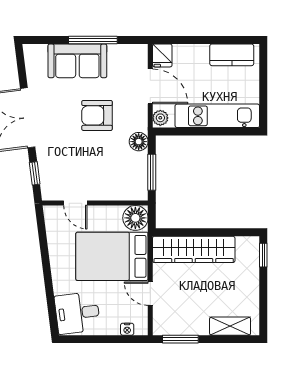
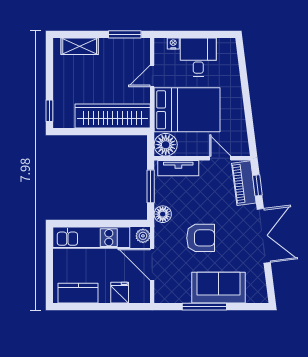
fridge: (162, 55) -> (120, 293), moved
piano: (49, 176) -> (244, 183), added
tv unit: (122, 192) -> (178, 168), added
door: (150, 294) -> (152, 76), swing flipped
desk: (77, 313) -> (198, 57), moved, turned -83

